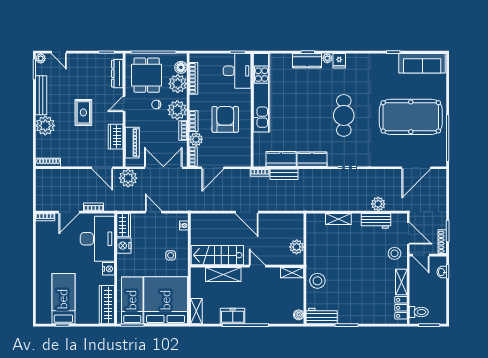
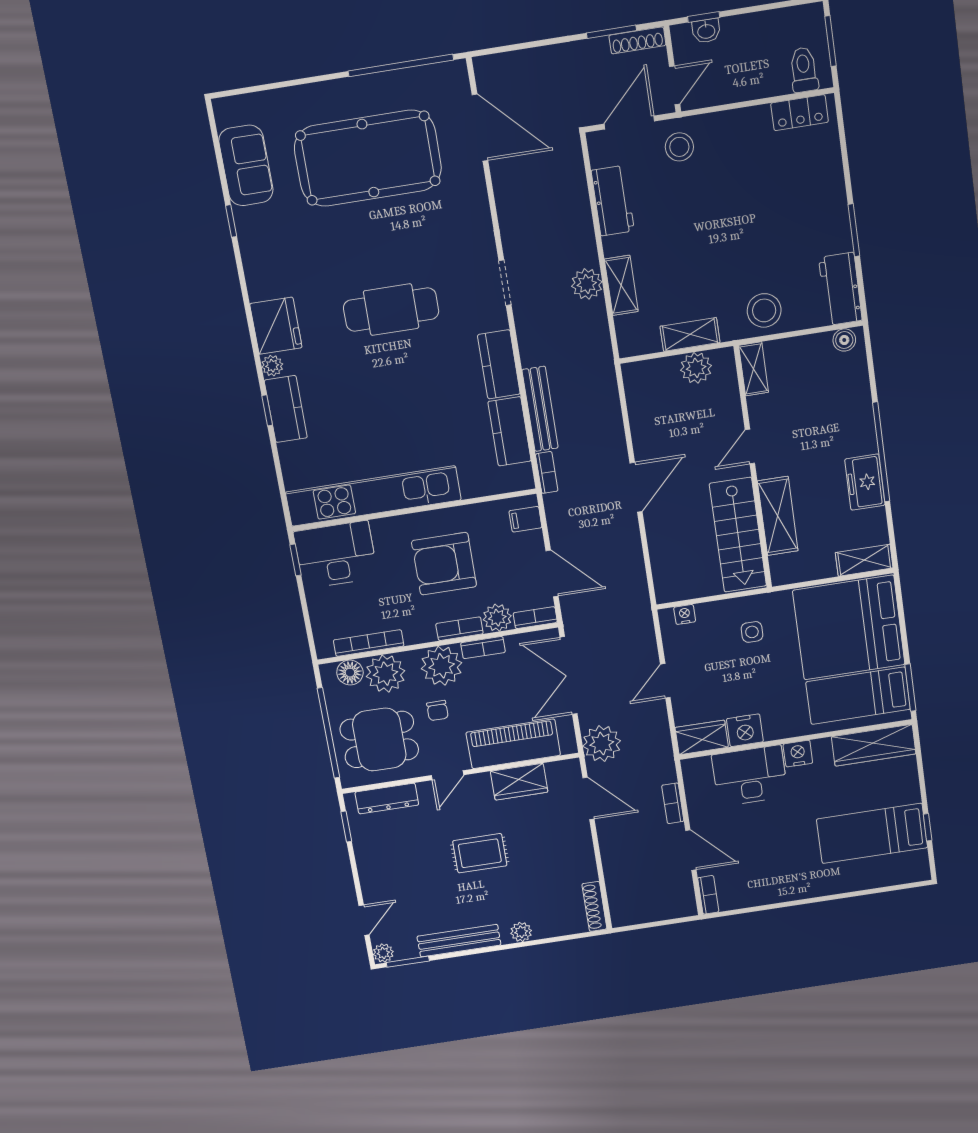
fridge: (339, 61) -> (276, 326), width x1.88, depth x1.34
sofa: (422, 63) -> (246, 165), width x0.73
door: (124, 104) -> (447, 775), hinge flipped
pool table: (411, 117) -> (368, 158), turned 90
plant: (45, 126) -> (521, 932), width x0.53, depth x0.53
piano: (132, 143) -> (513, 744), width x1.37, depth x1.33
filing cabinet: (240, 160) -> (525, 519), added
door: (102, 168) -> (588, 798), hinge flipped
bench: (284, 174) -> (540, 409), width x1.36
plant: (378, 204) -> (587, 284), moved
desk: (97, 239) -> (750, 776), width x0.73, depth x0.77
shelving: (401, 282) -> (690, 334), moved

